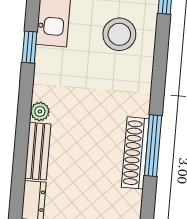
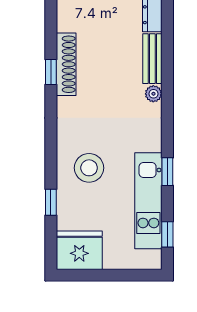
window: (29, 47) -> (167, 172), moved
window: (153, 146) -> (51, 72), width x0.46

